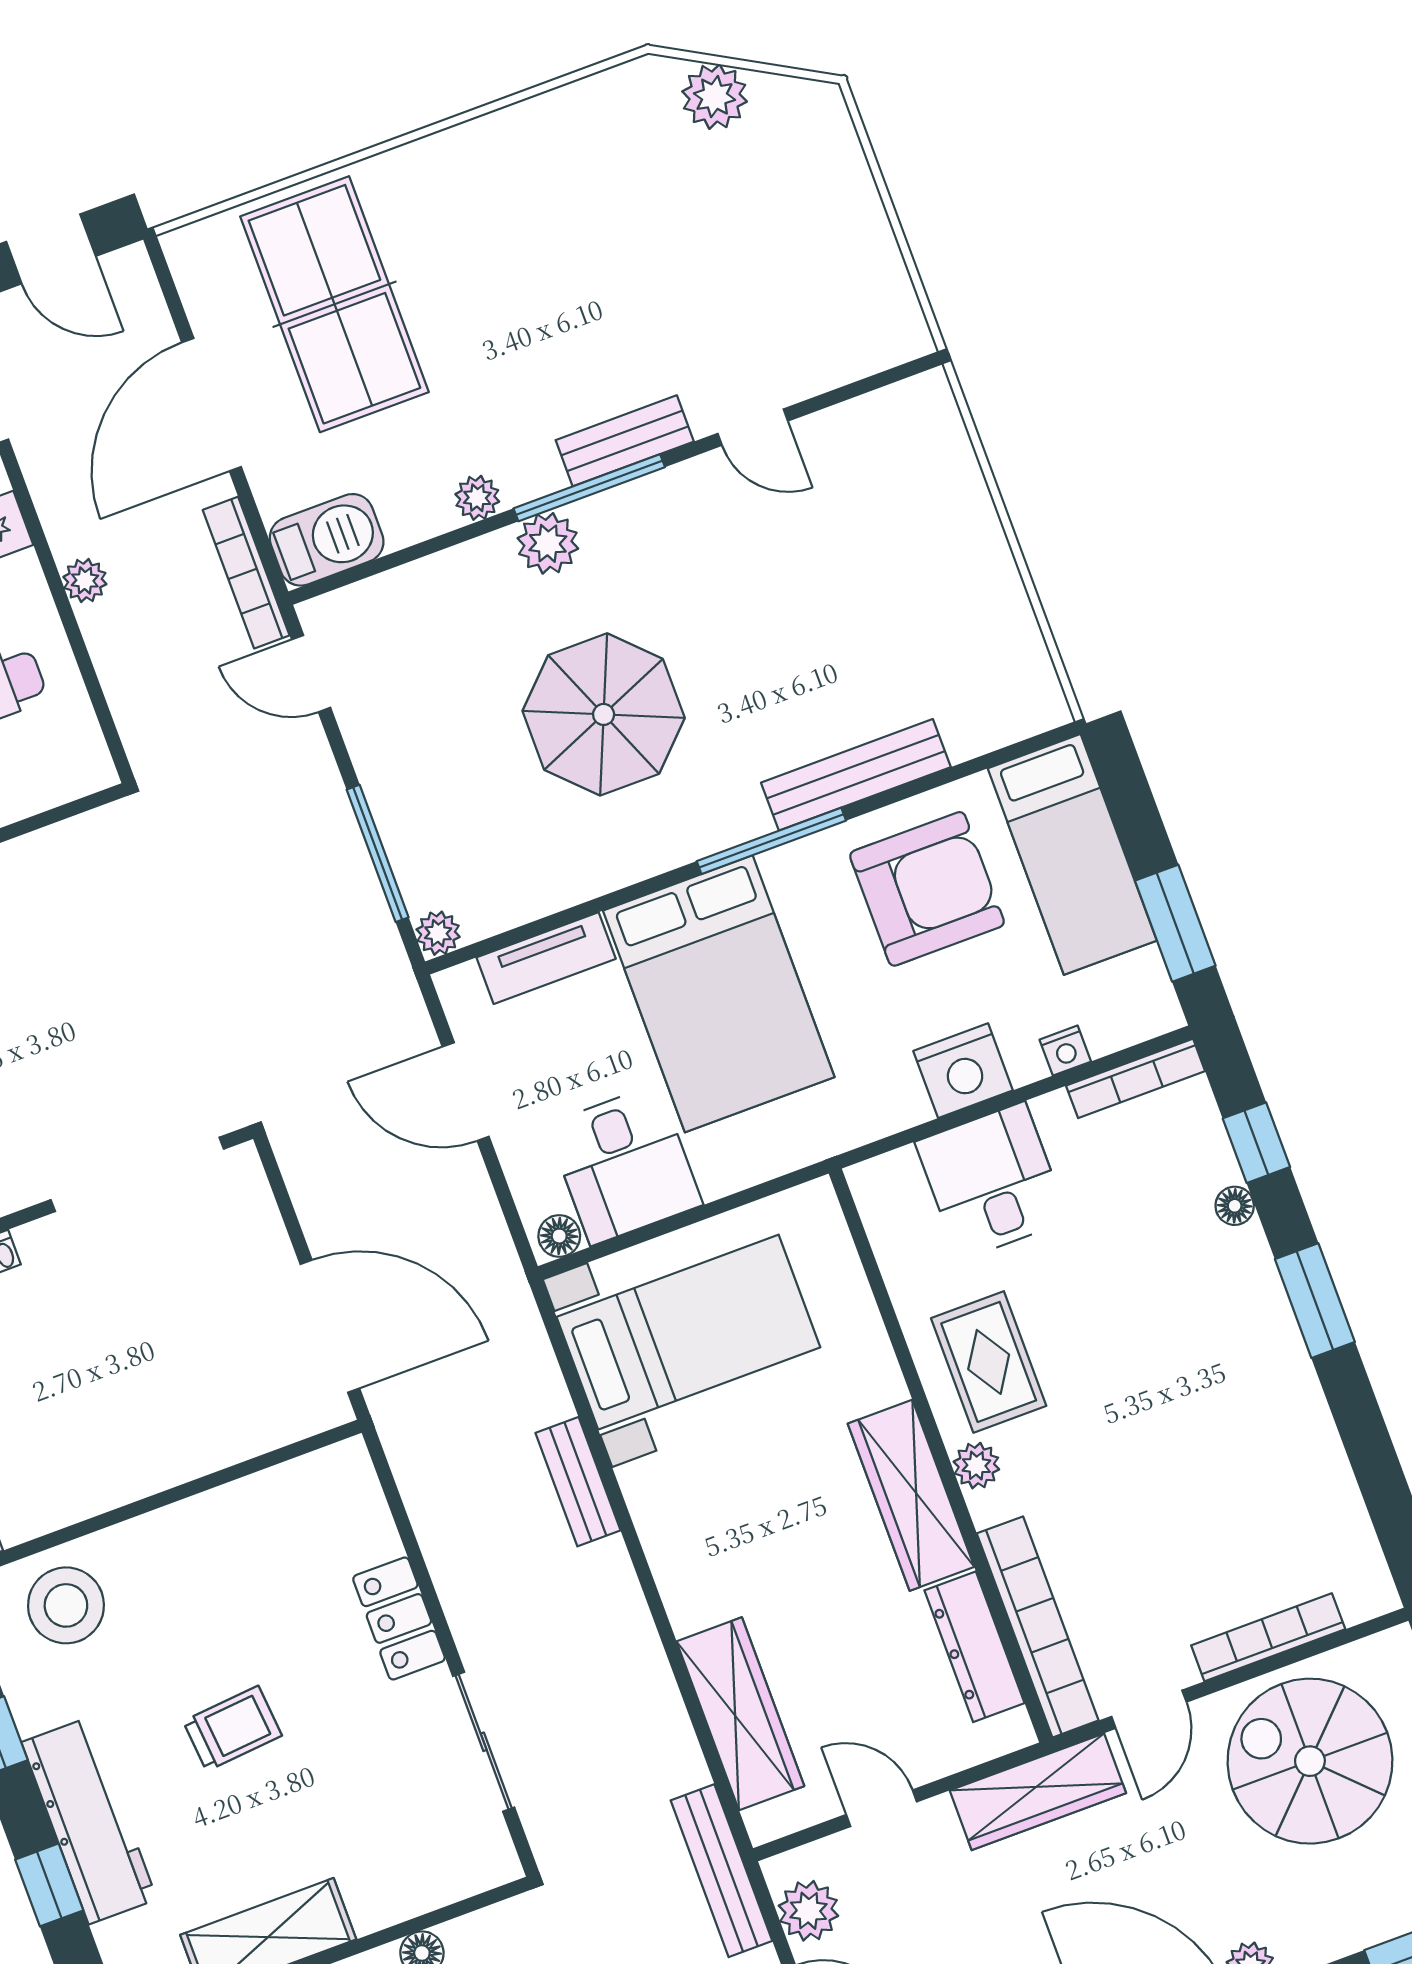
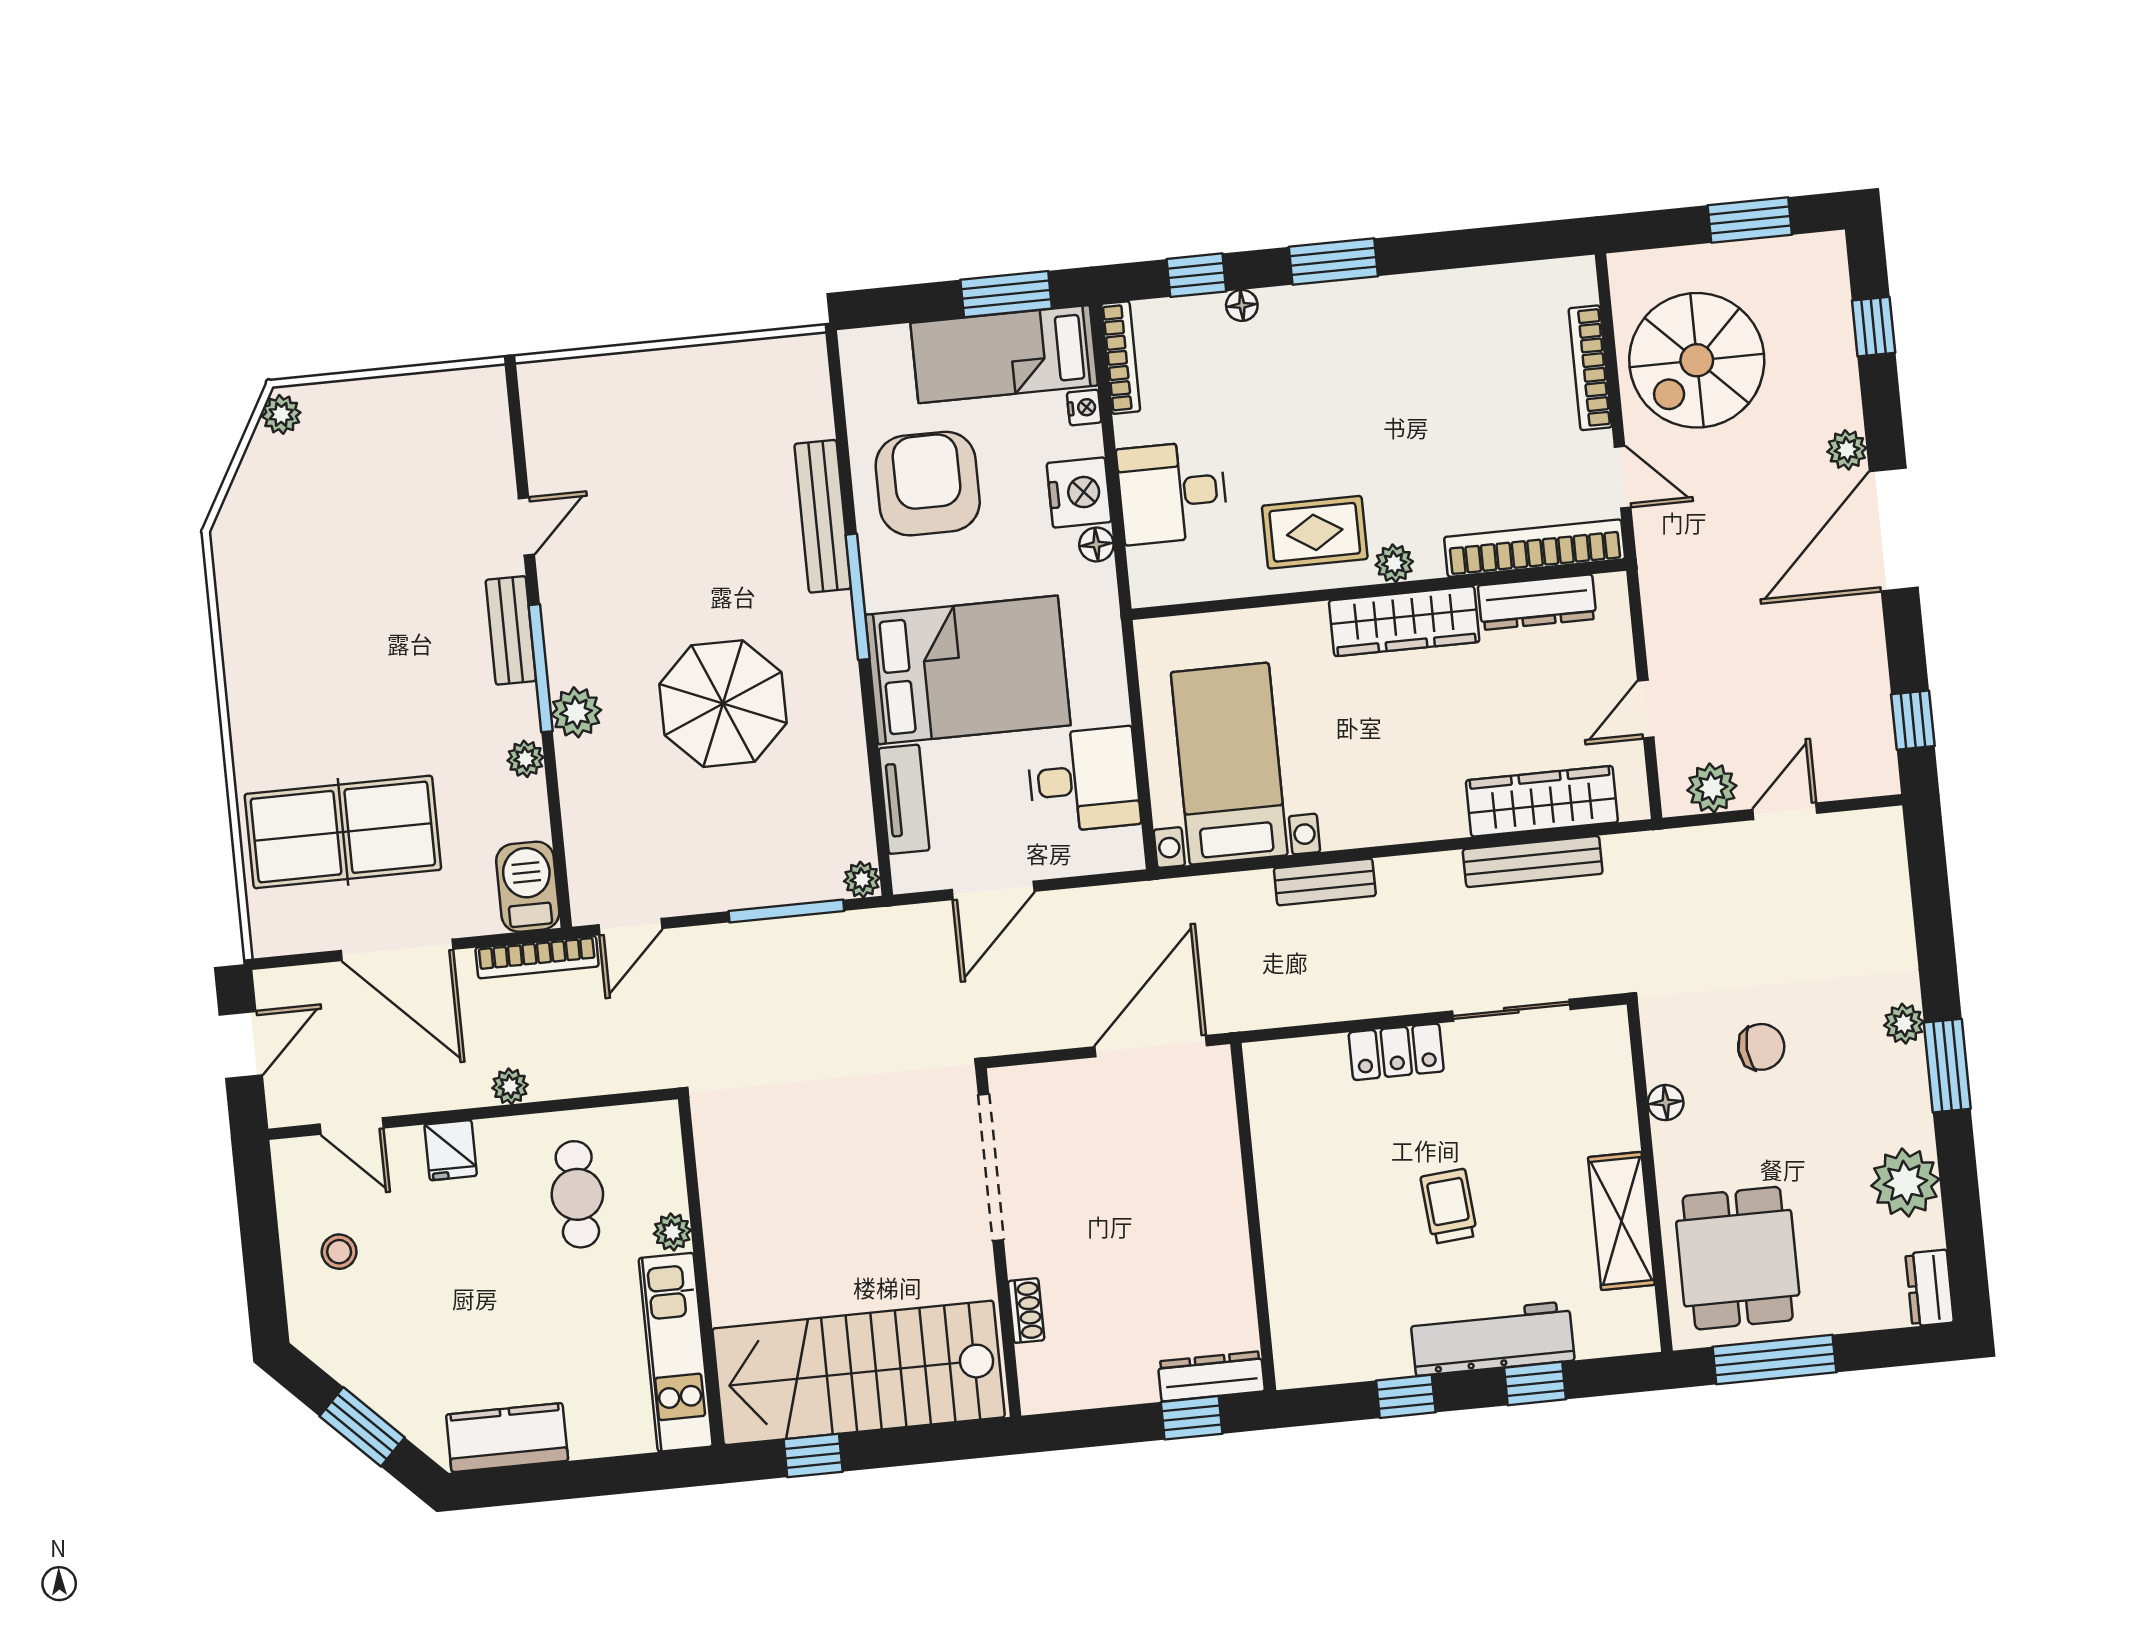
plant: (715, 97) -> (281, 414), moved, width x0.73, depth x0.73
bed: (1072, 854) -> (1004, 354), moved, turned 180
floor lamp: (559, 1236) -> (1096, 545), moved
stool: (66, 1605) -> (1317, 1313), removed
wardrobe: (1038, 1792) -> (1665, 582), removed
bench: (722, 1871) -> (1533, 861), moved

